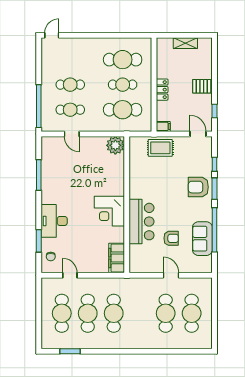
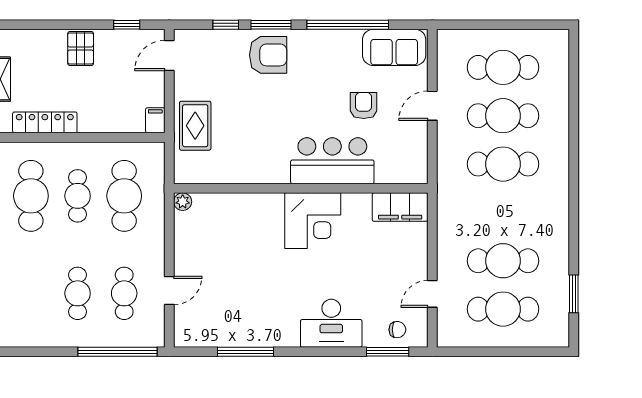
locker: (162, 90) -> (45, 122), moved, width x1.53
plant: (115, 145) -> (183, 202), width x0.53, depth x0.53
armchair: (198, 187) -> (268, 55), turned -90
sofa: (202, 239) -> (394, 47), moved
window: (39, 241) -> (388, 352), moved
cafe table: (114, 313) -> (503, 164), moved

